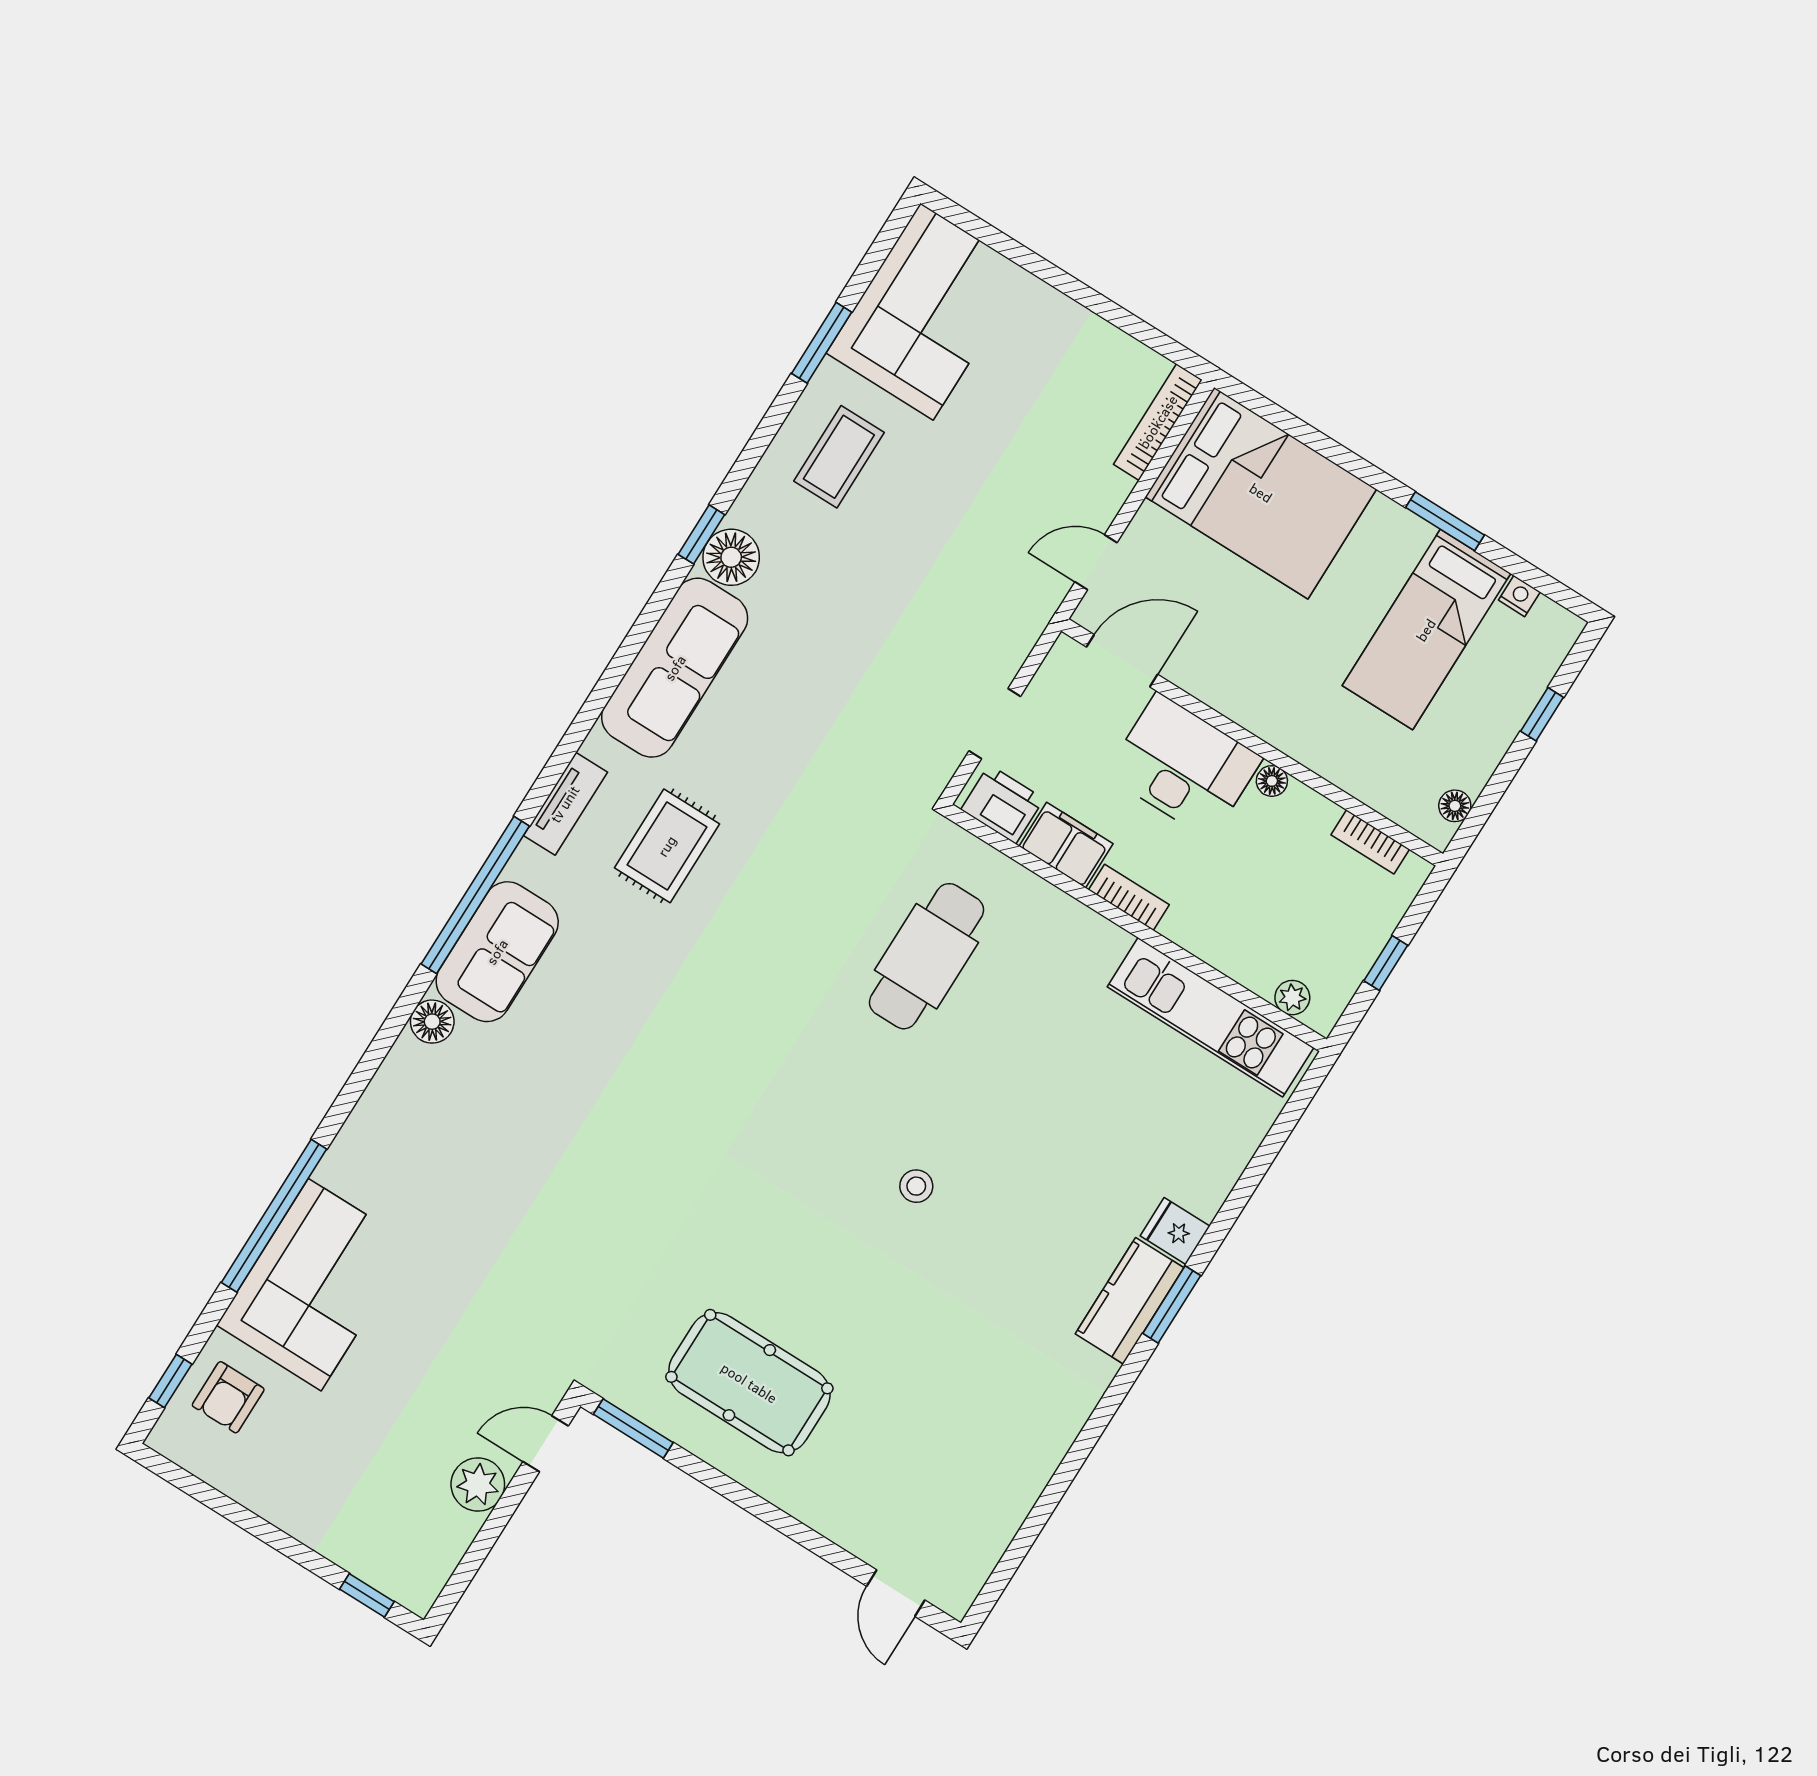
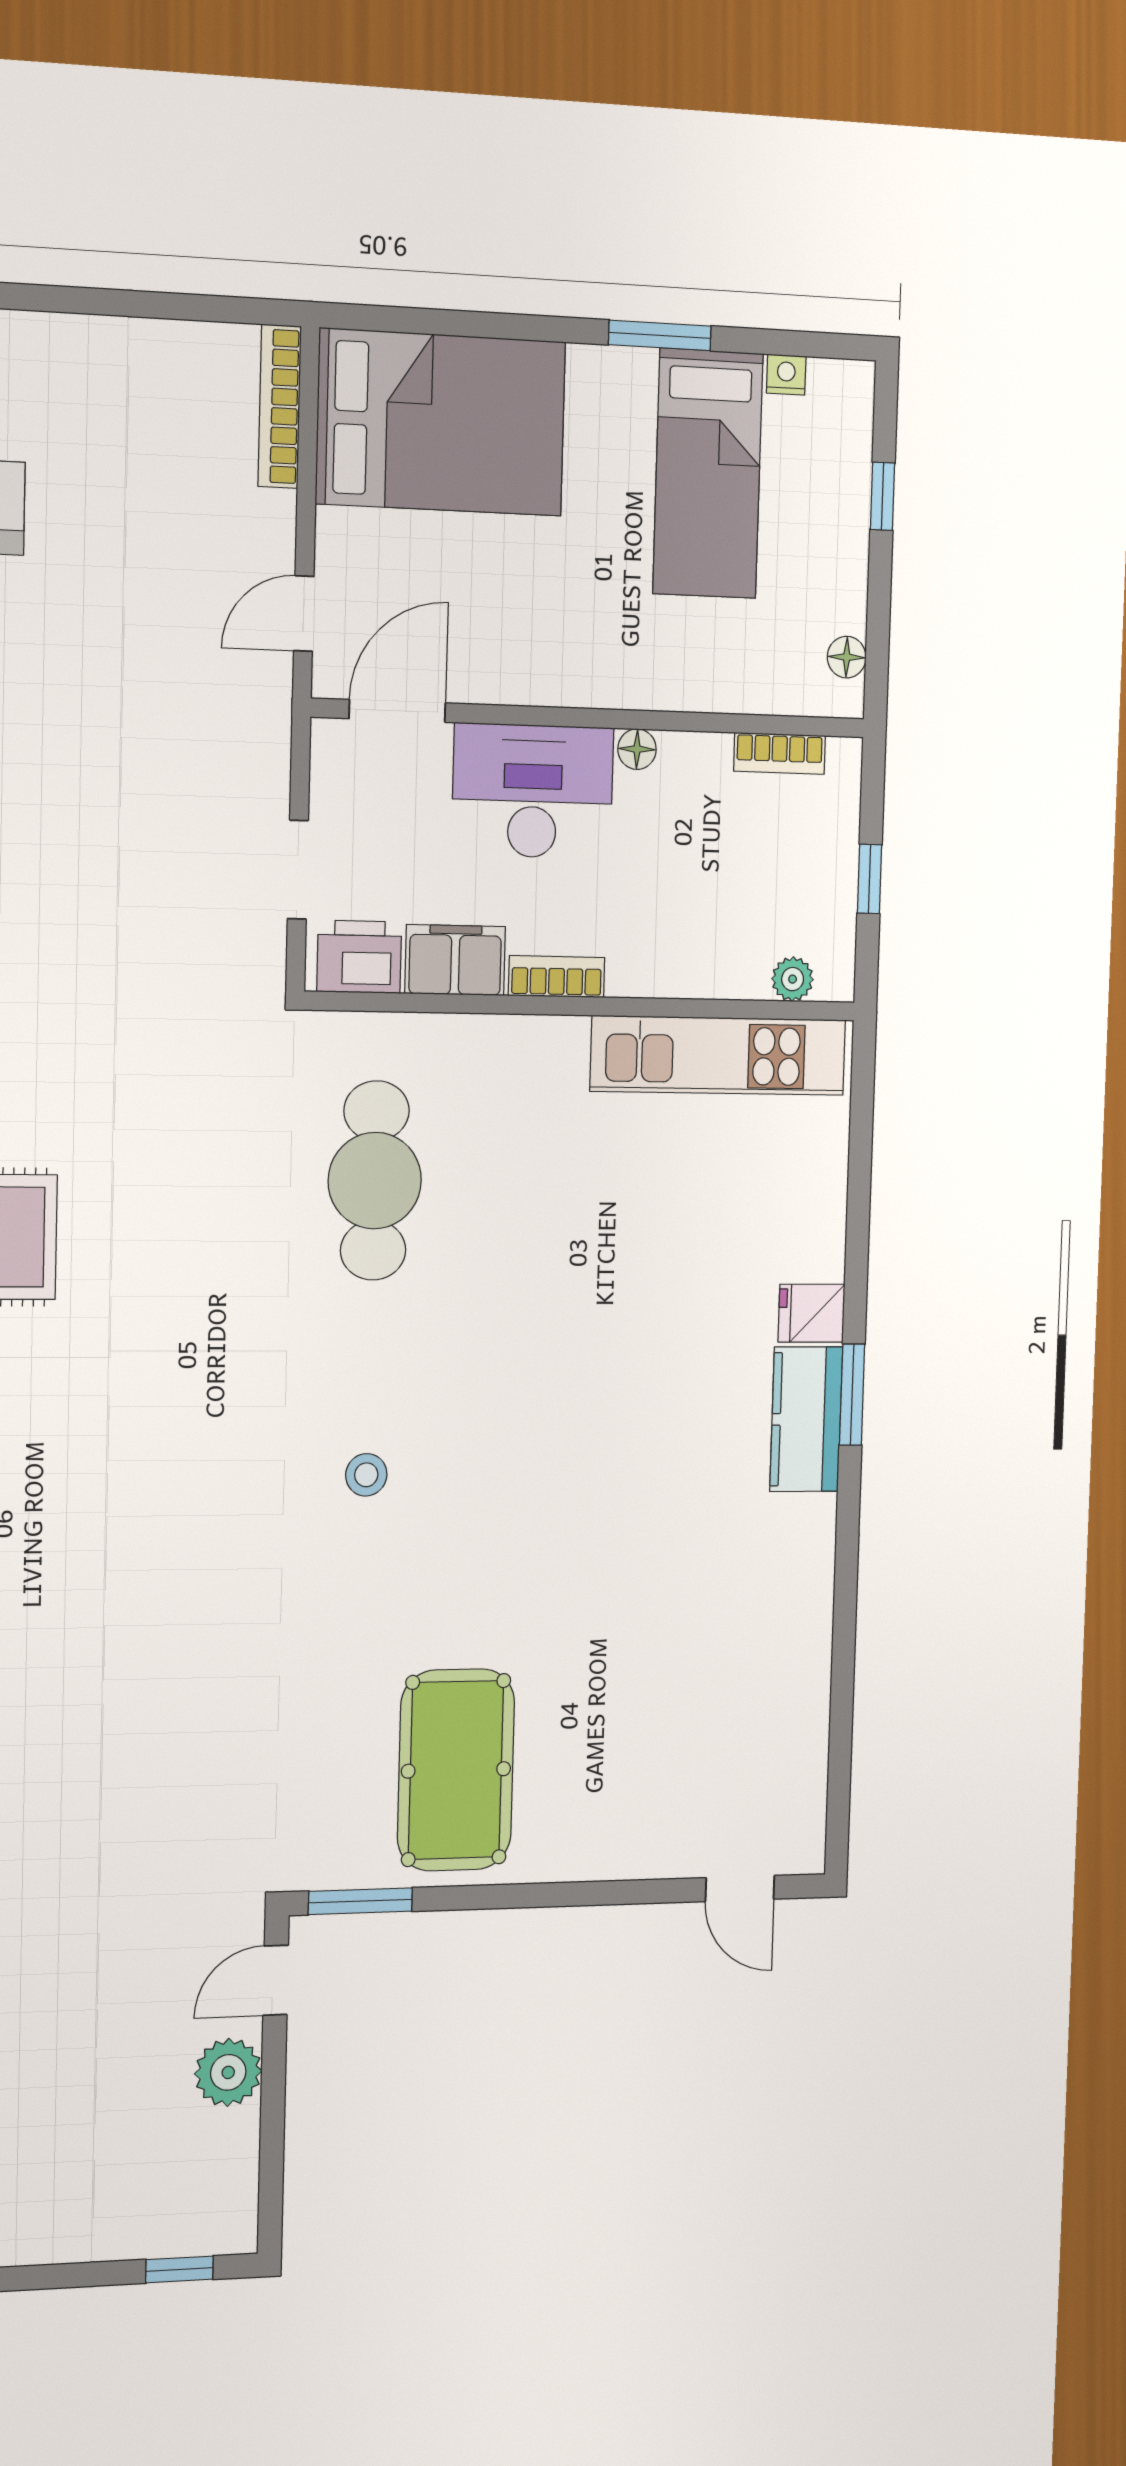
stool: (916, 1186) -> (366, 1475), moved
pool table: (749, 1383) -> (456, 1770), turned 90

